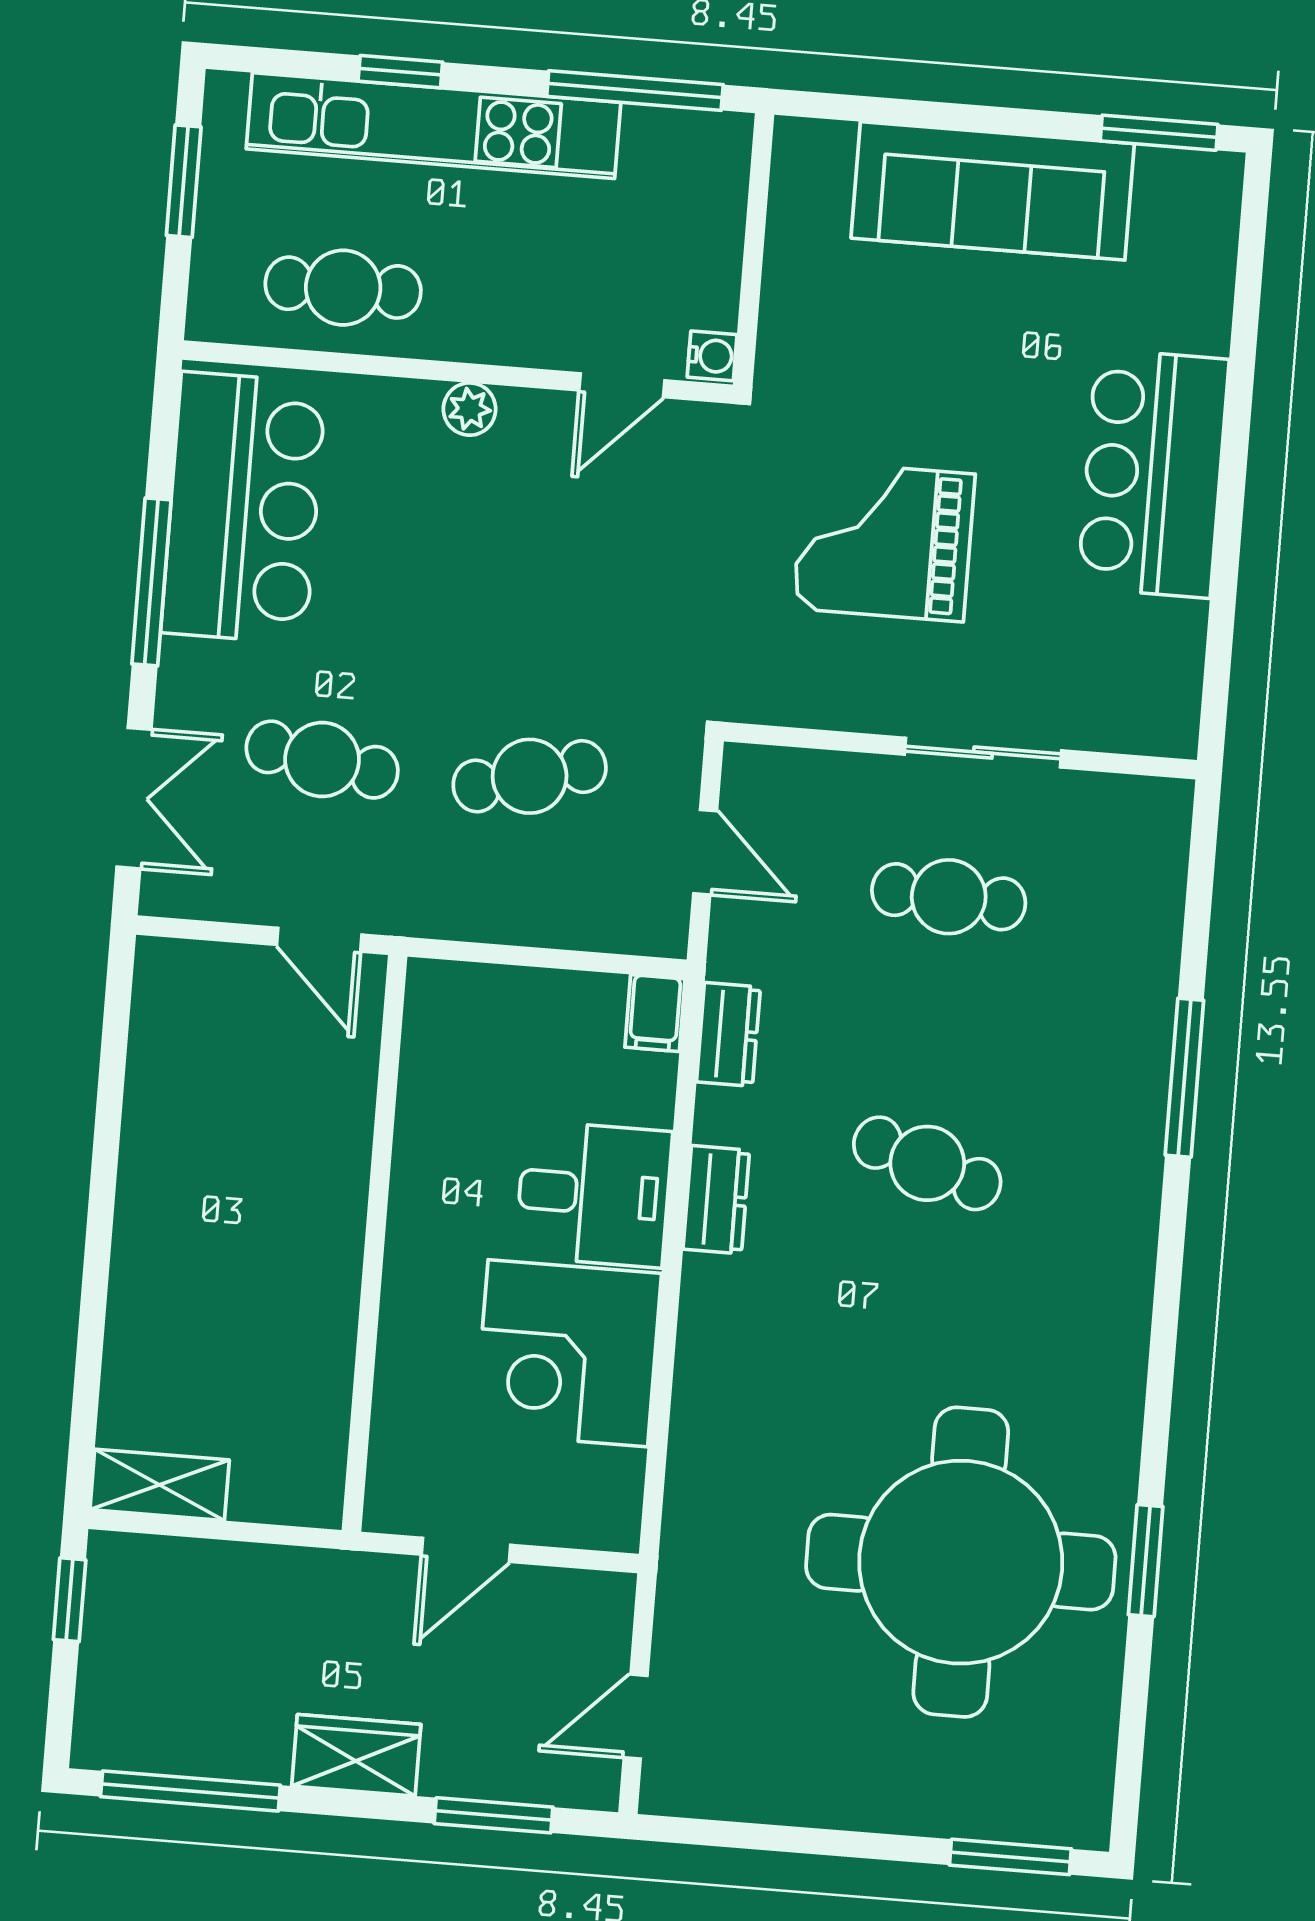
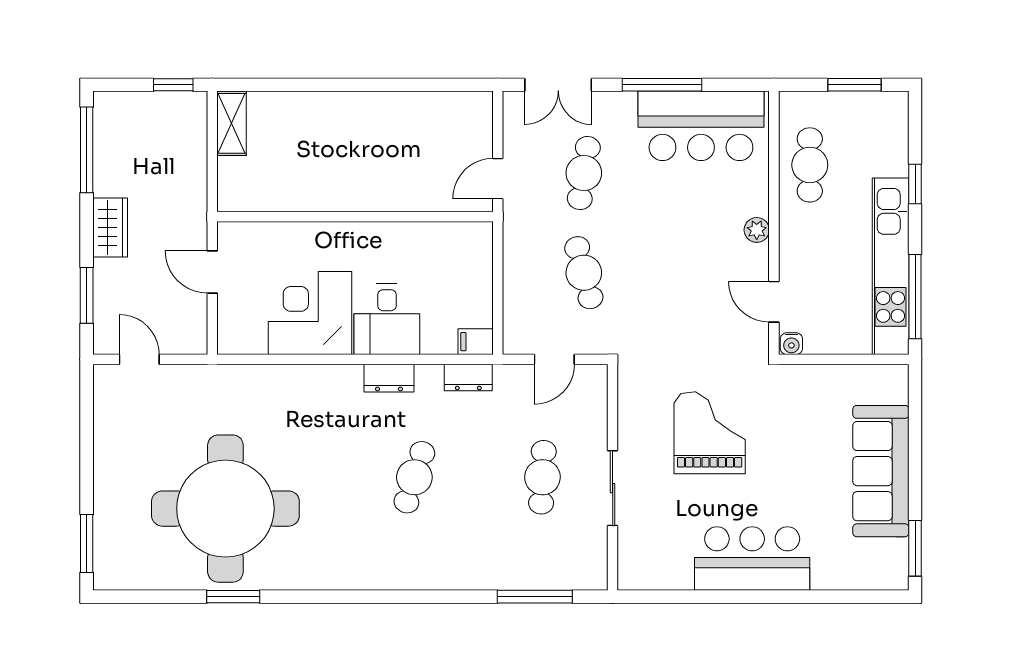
kitchen unit: (433, 126) -> (891, 266), moved
window: (1184, 1078) -> (535, 597), moved

